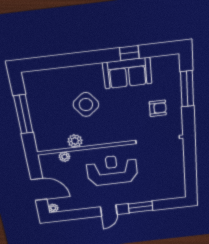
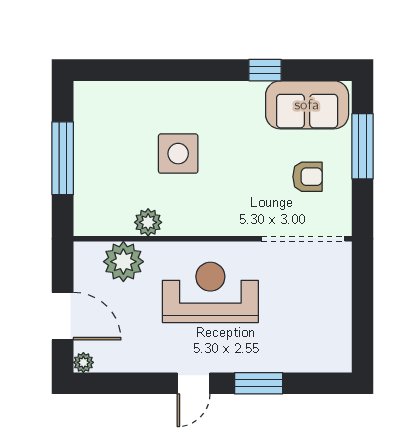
sofa: (127, 73) -> (307, 105), moved
side table: (86, 105) -> (178, 154), turned 38
plant: (64, 157) -> (123, 262), width x1.88, depth x1.88

